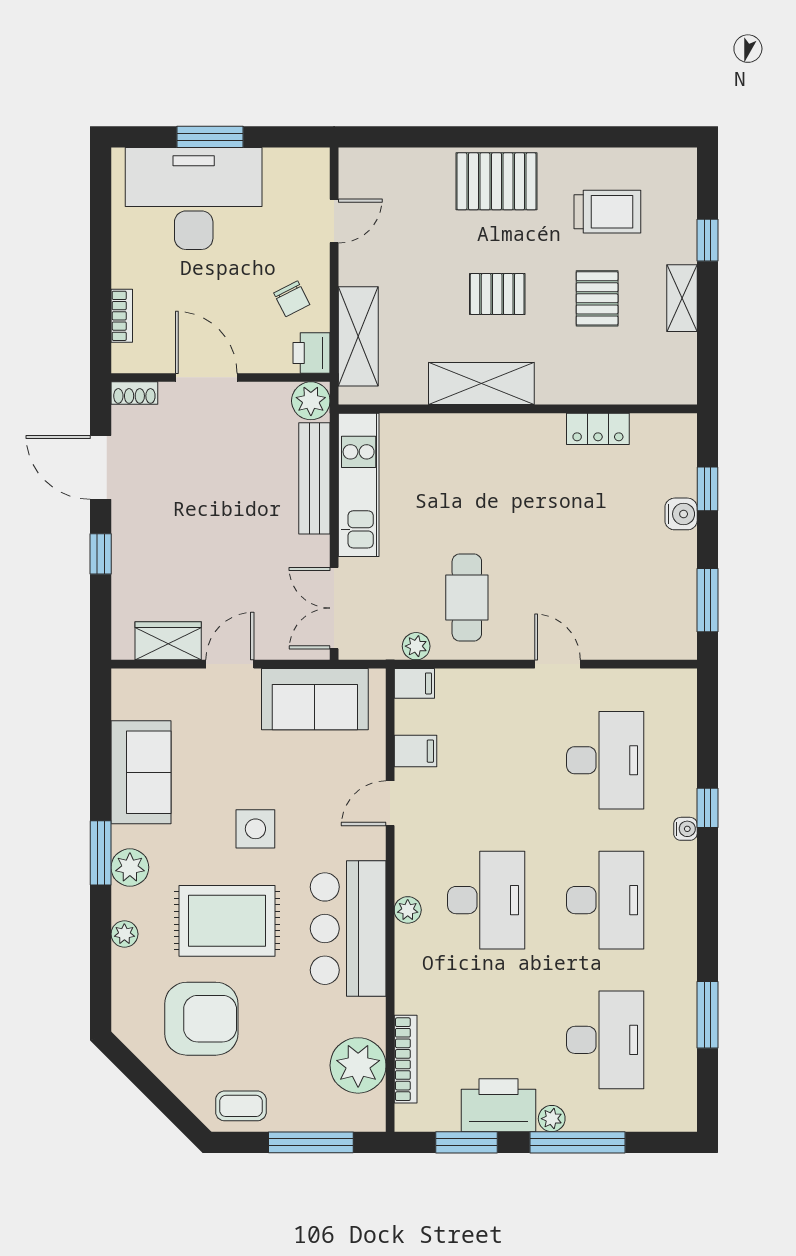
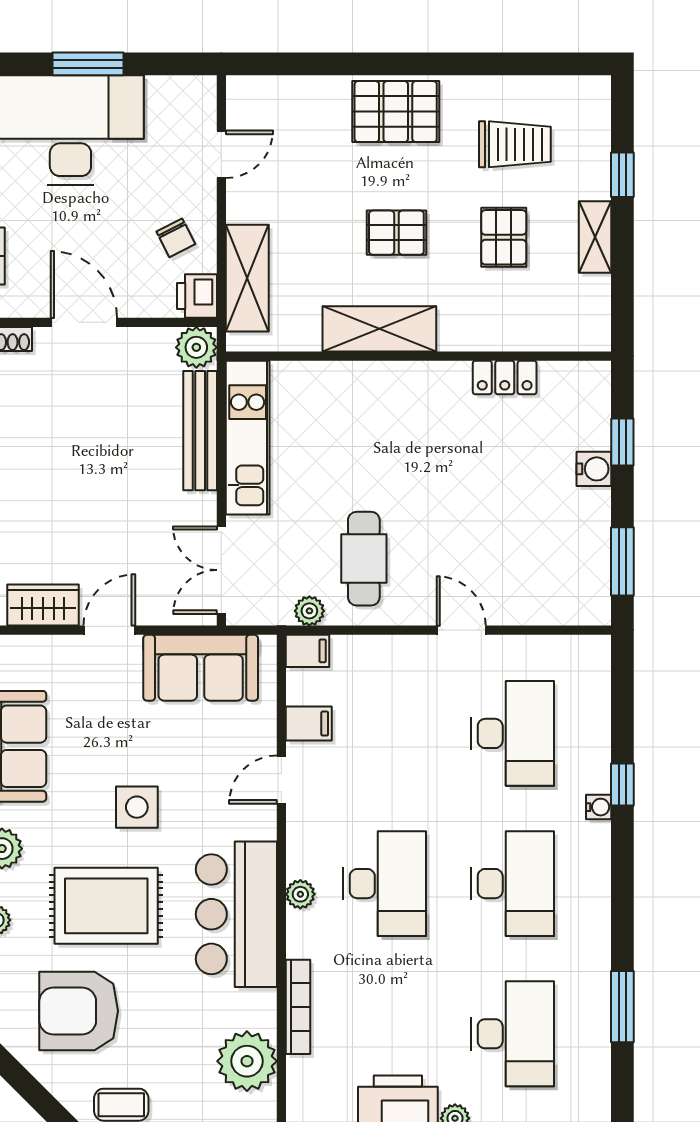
armchair: (201, 1019) -> (79, 1011), turned 180
bookcase: (406, 1059) -> (298, 1007), moved

